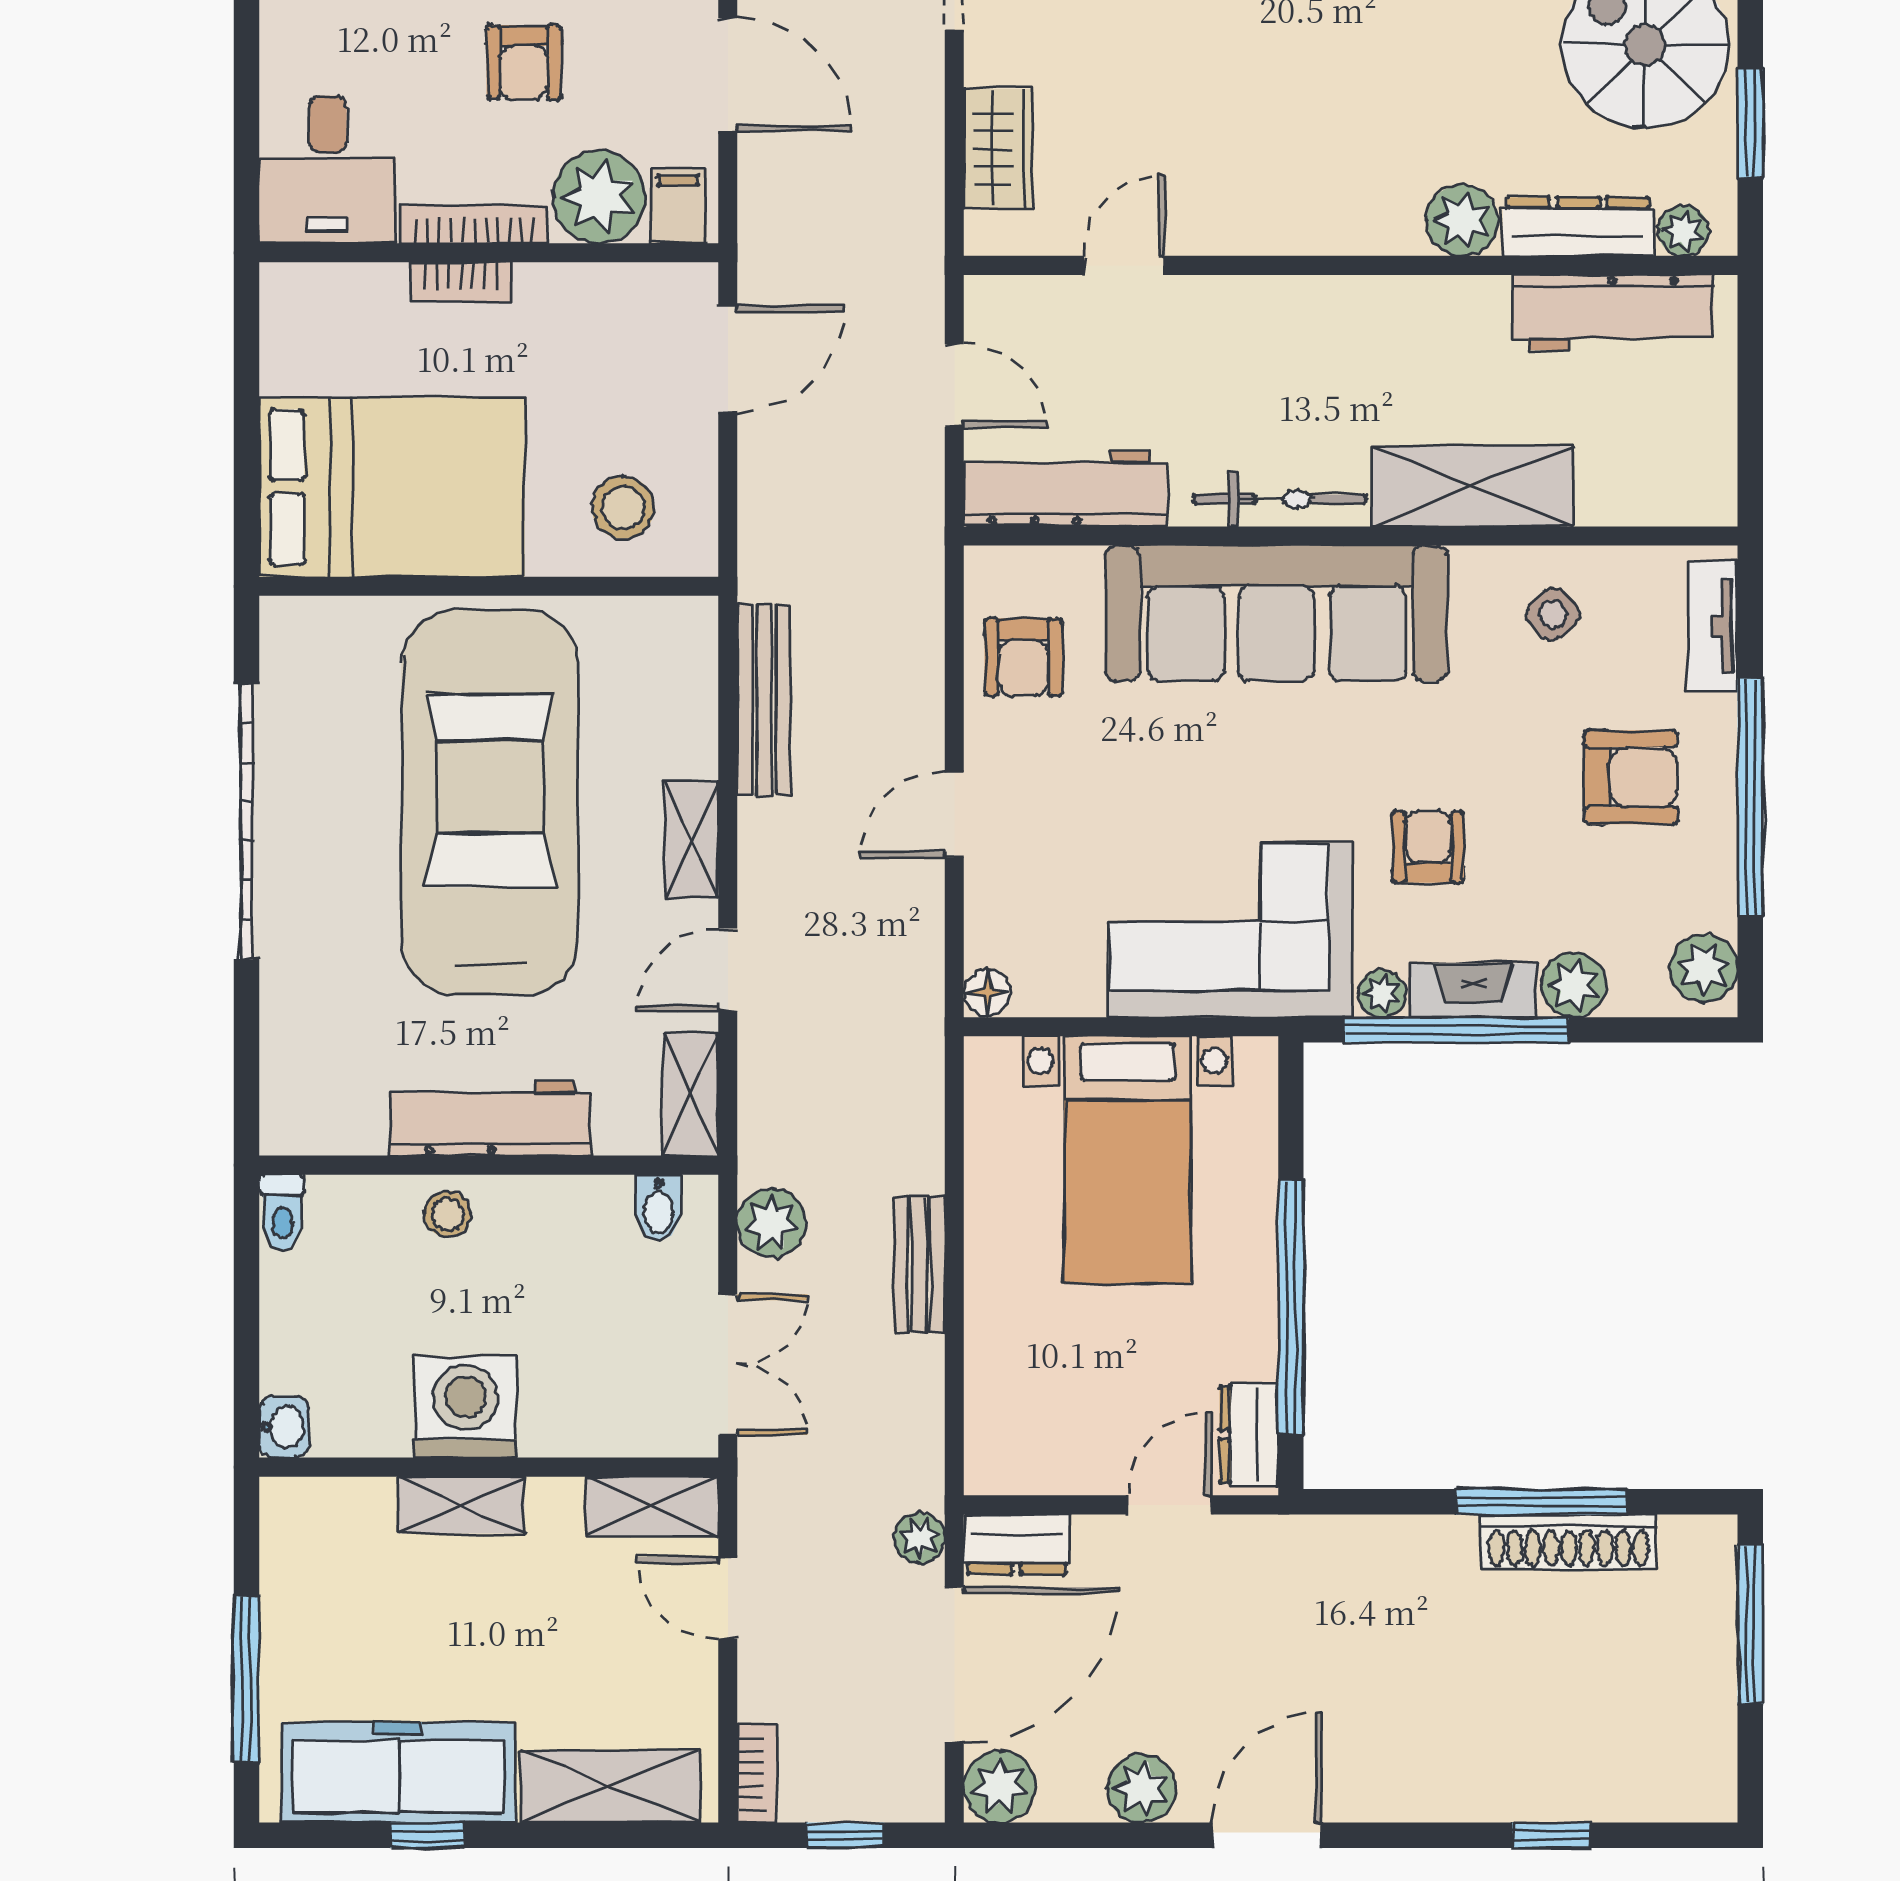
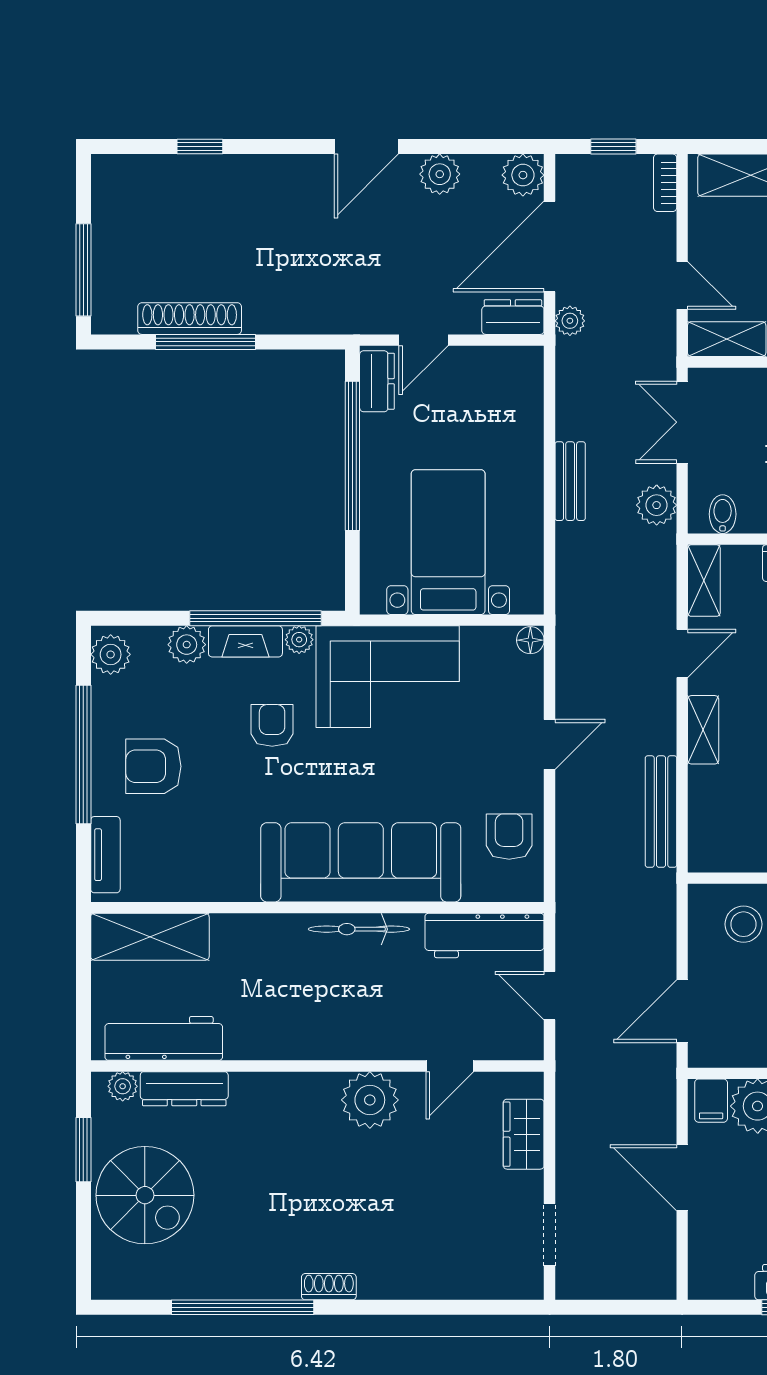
plant: (1462, 220) -> (370, 1100), moved, width x1.36, depth x1.36
shelving: (1472, 486) -> (150, 937), moved
side table: (1553, 614) -> (199, 862), removed
armchair: (1428, 847) -> (272, 725), turned 180

